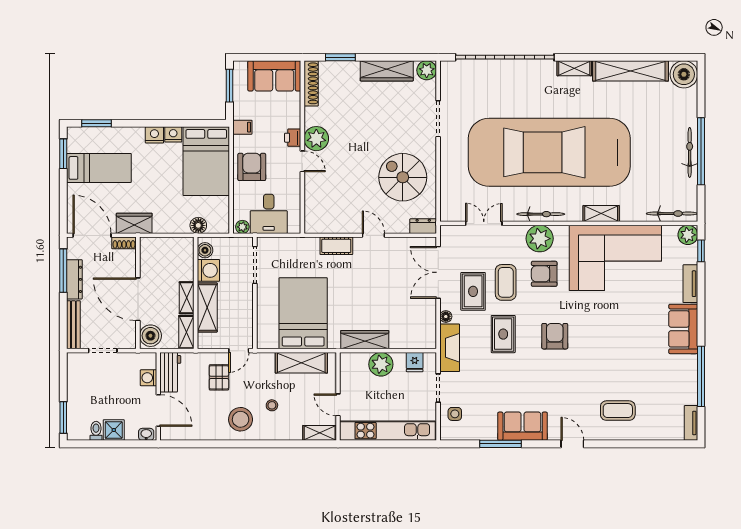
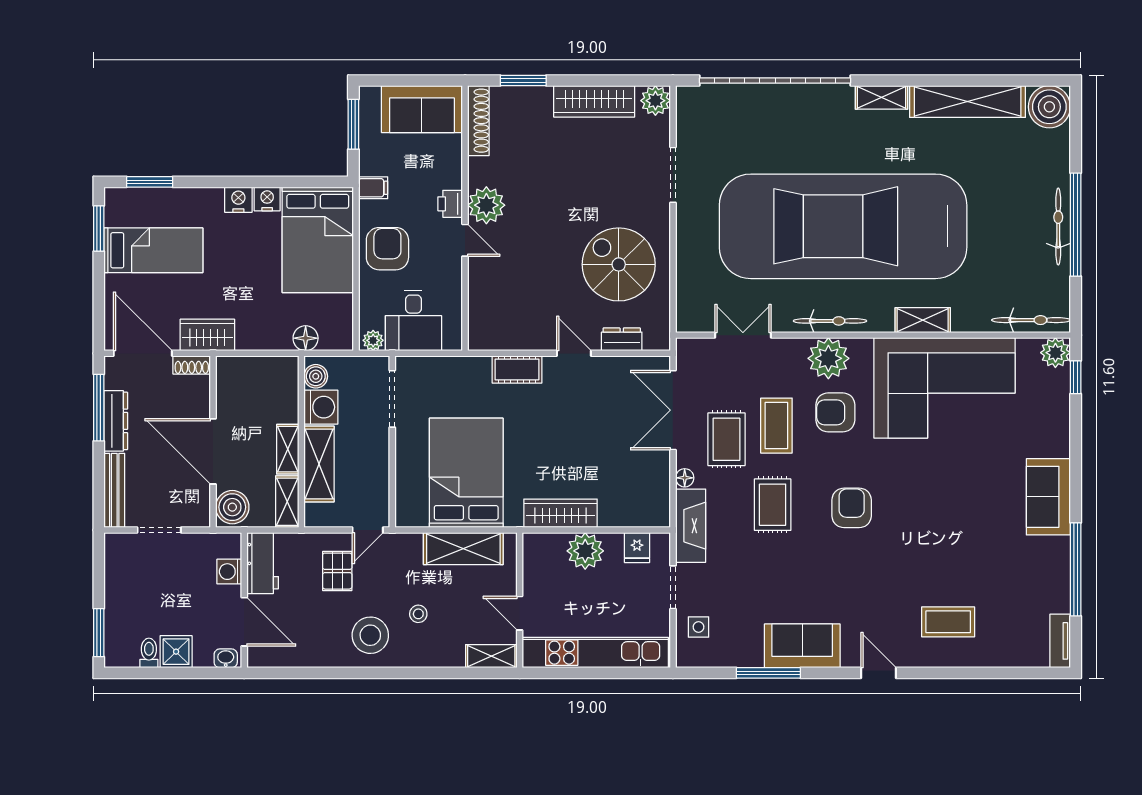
dresser: (423, 226) -> (622, 339), moved
tv unit: (690, 284) -> (1059, 427), removed

